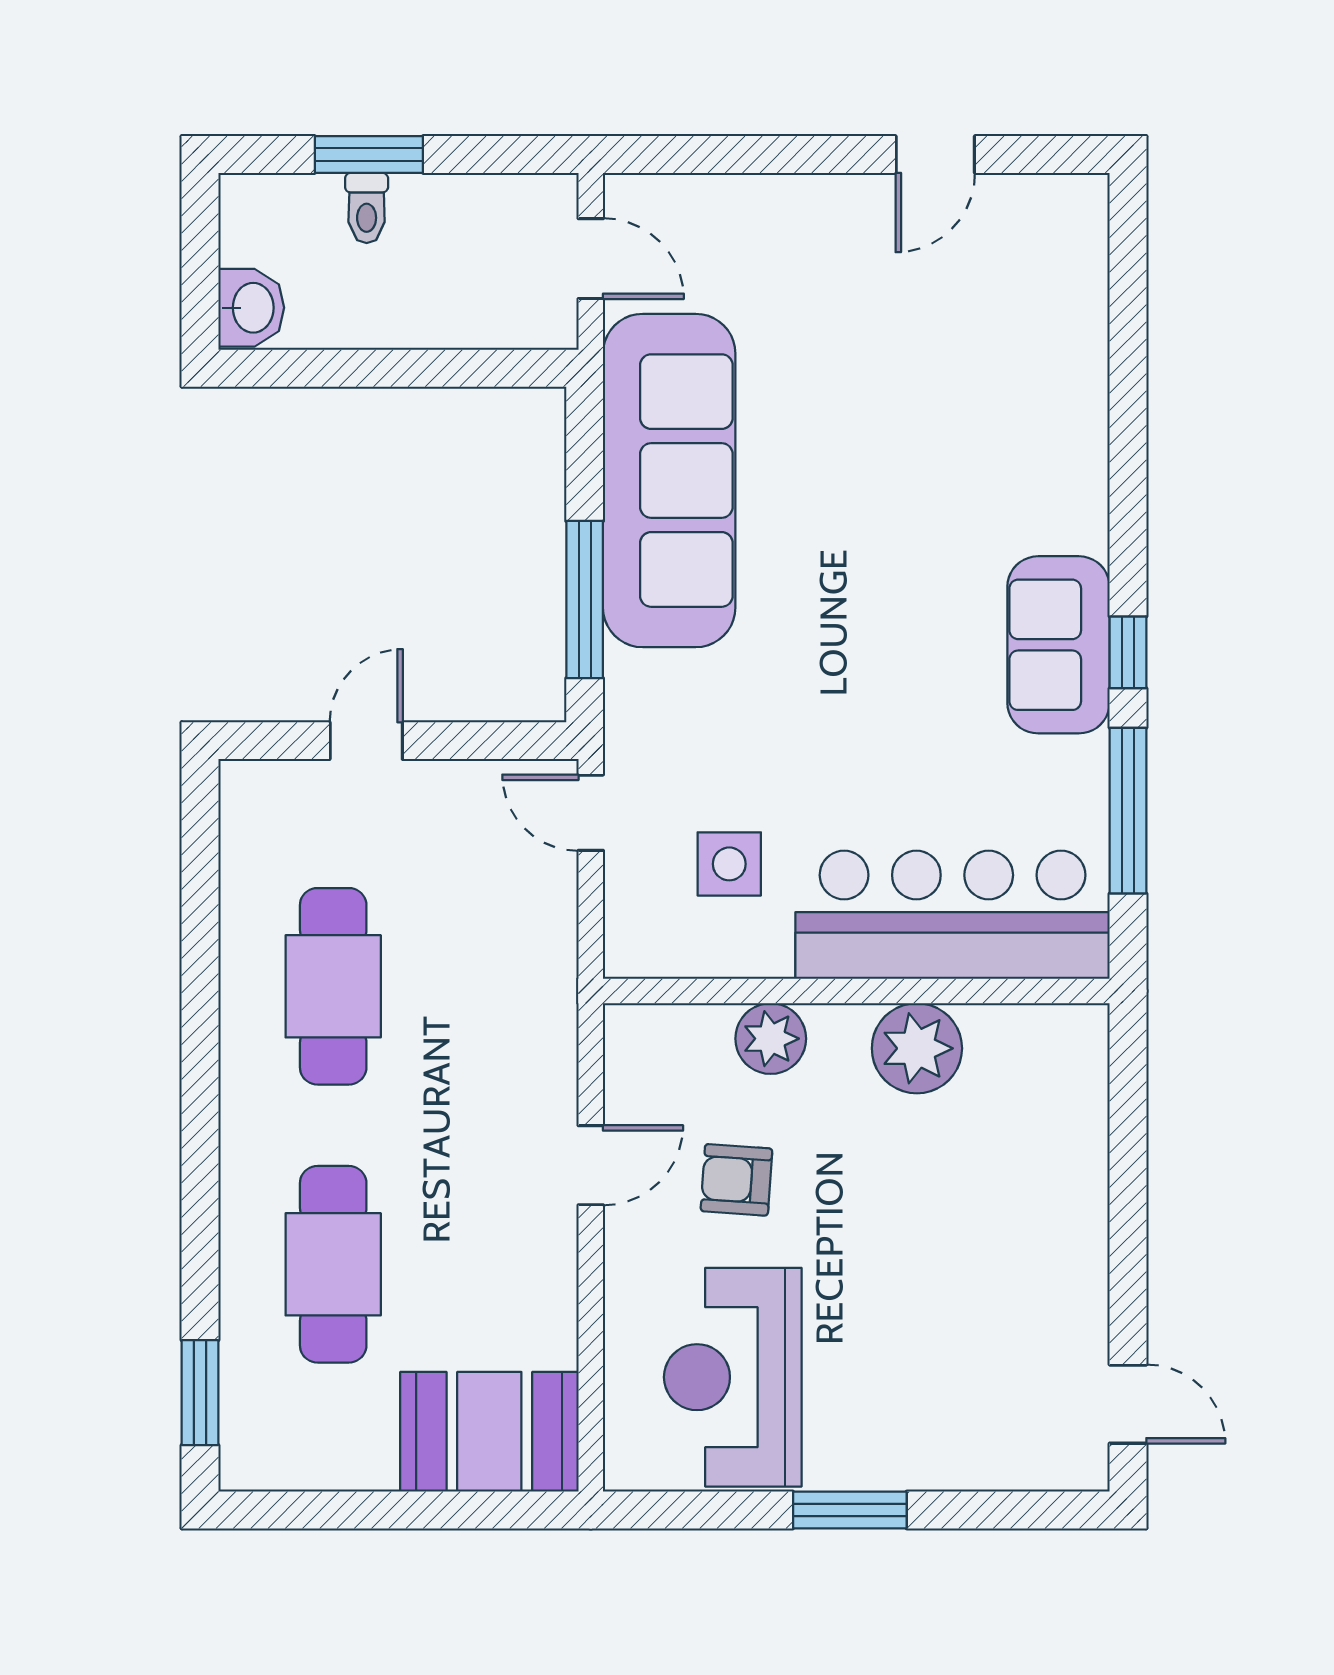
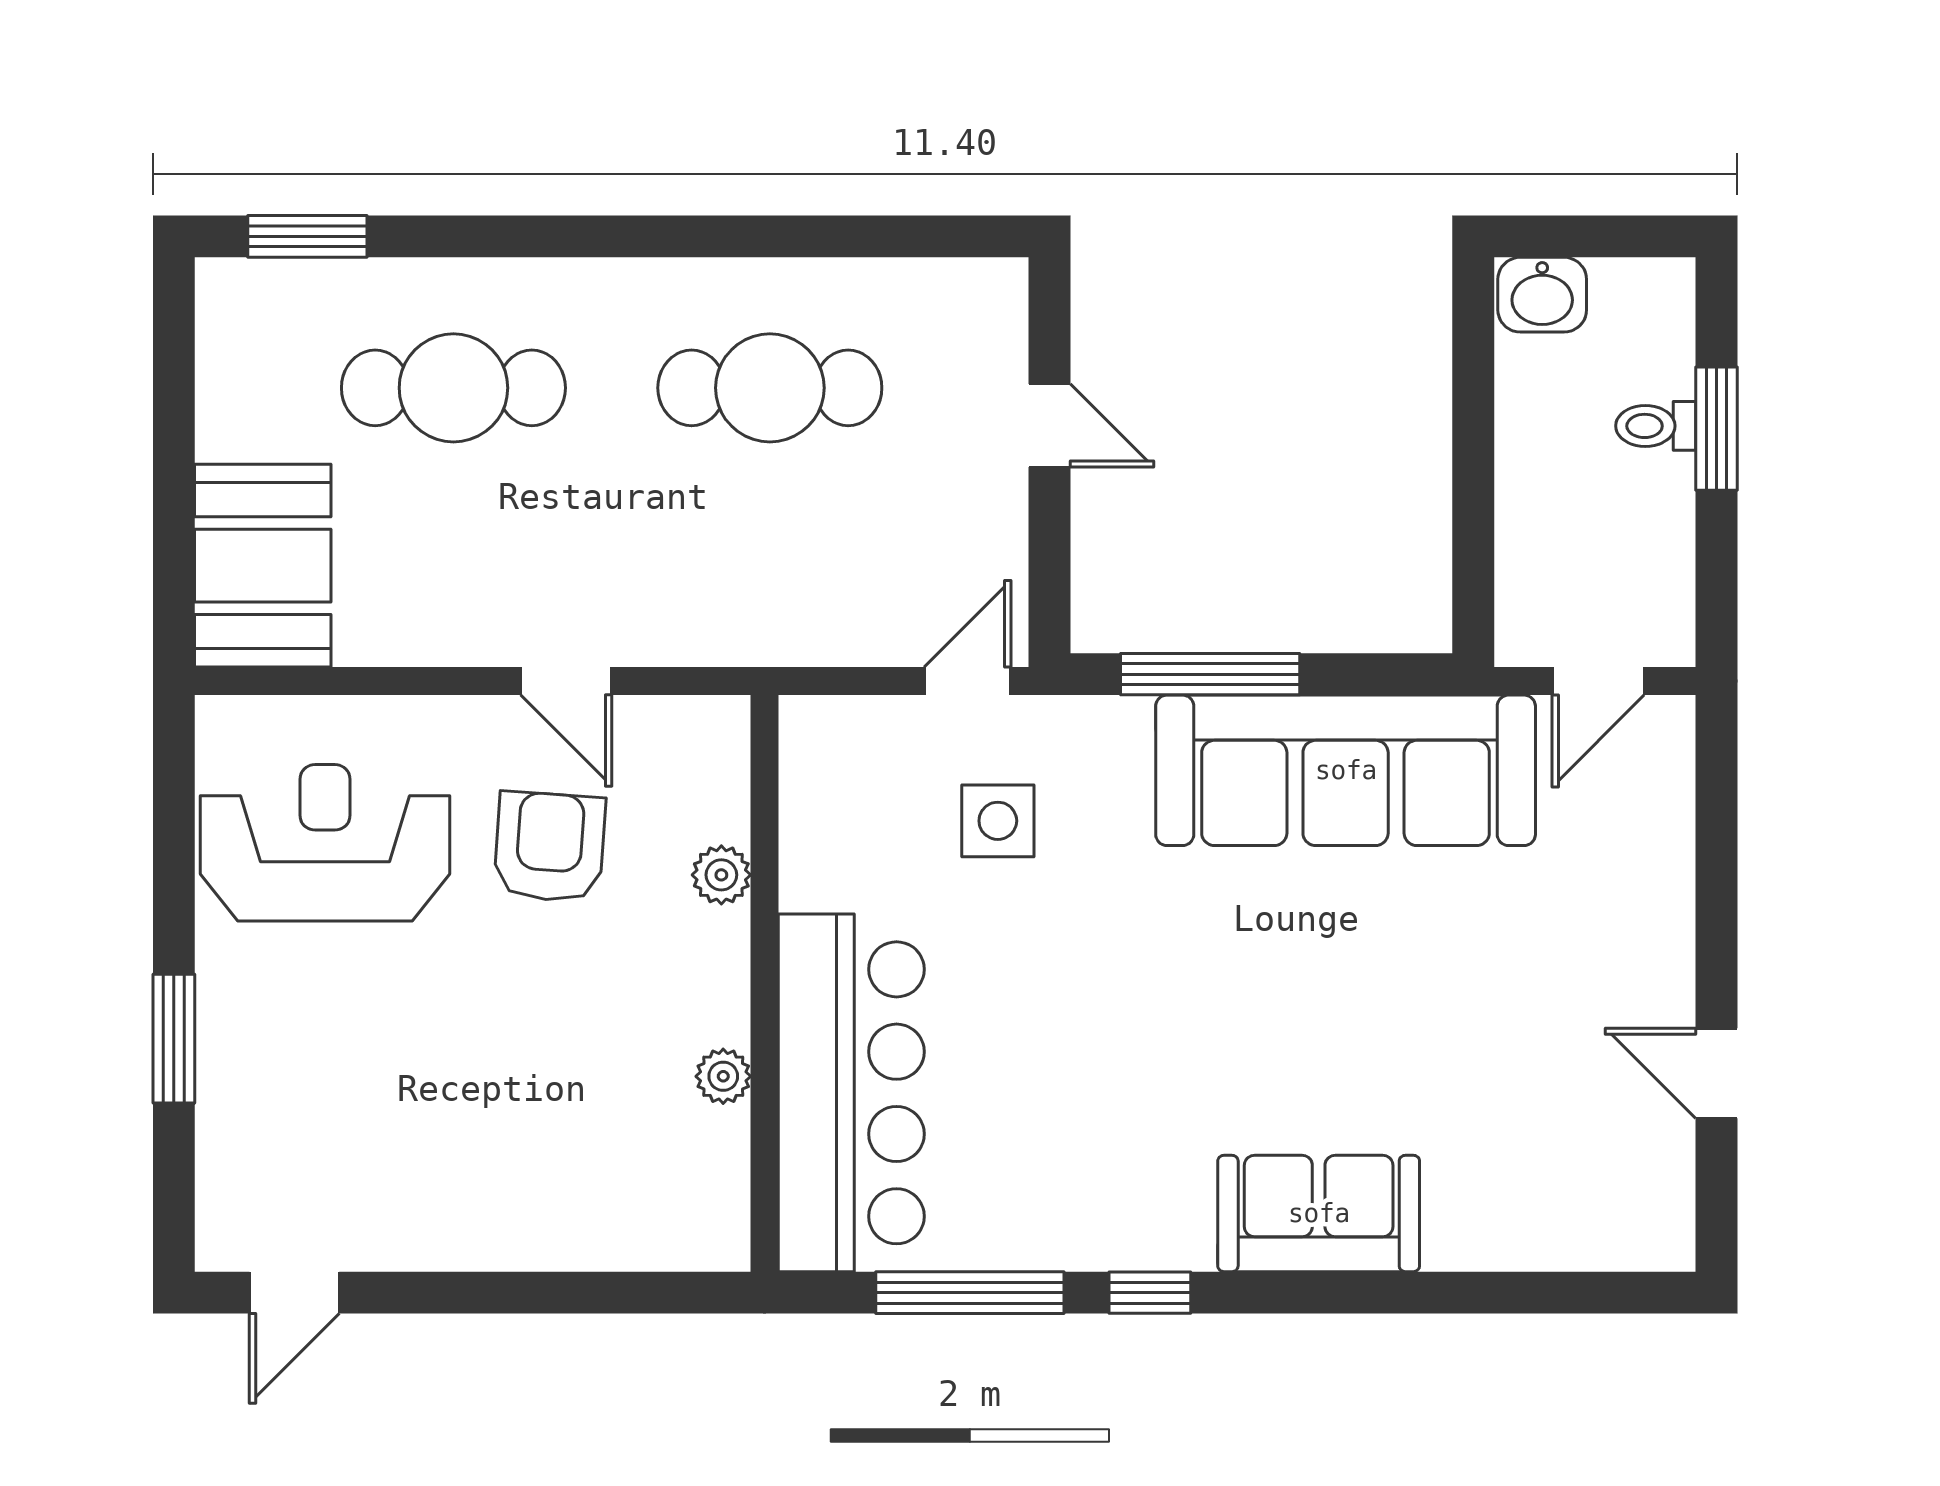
sofa: (1059, 645) -> (1319, 1213), moved
side table: (729, 864) -> (998, 821), moved
plant: (771, 1039) -> (721, 875), width x0.73, depth x0.73
plant: (917, 1048) -> (723, 1076), width x0.53, depth x0.53
armchair: (736, 1180) -> (550, 847), width x1.38, depth x1.38
window: (850, 1510) -> (174, 1039), moved

